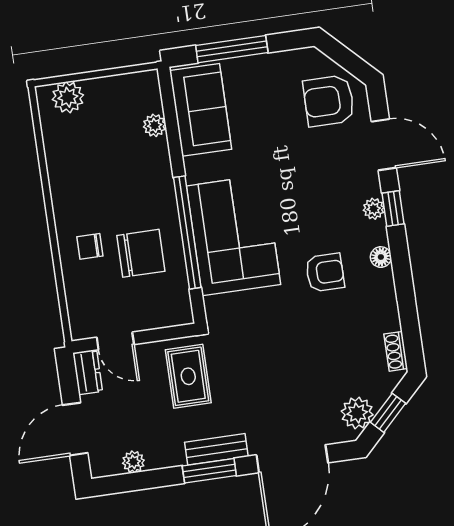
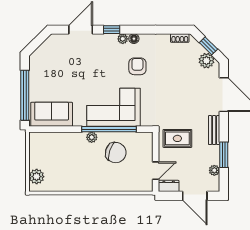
window: (232, 49) -> (25, 95), width x1.46
armchair: (329, 101) -> (56, 53), removed
plant: (155, 125) -> (92, 137), moved
plant: (374, 209) -> (123, 39), moved
chair: (90, 246) -> (109, 176), removed
chair: (141, 253) -> (116, 153), turned 108
window: (209, 471) -> (224, 155), moved

